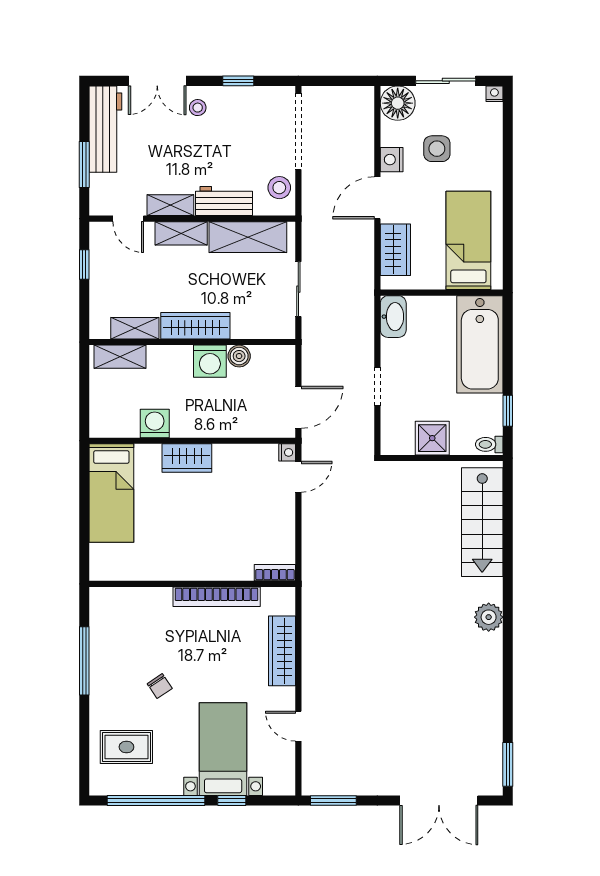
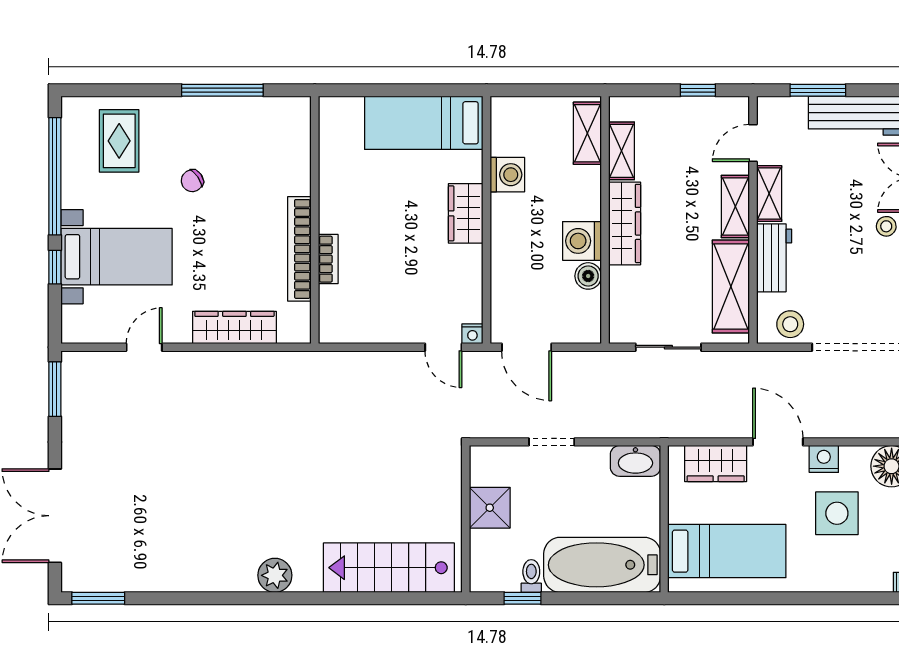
side table: (437, 149) -> (837, 513), width x1.37, depth x1.37
toilet: (489, 444) -> (531, 576), moved
bookcase: (275, 573) -> (328, 259), moved

